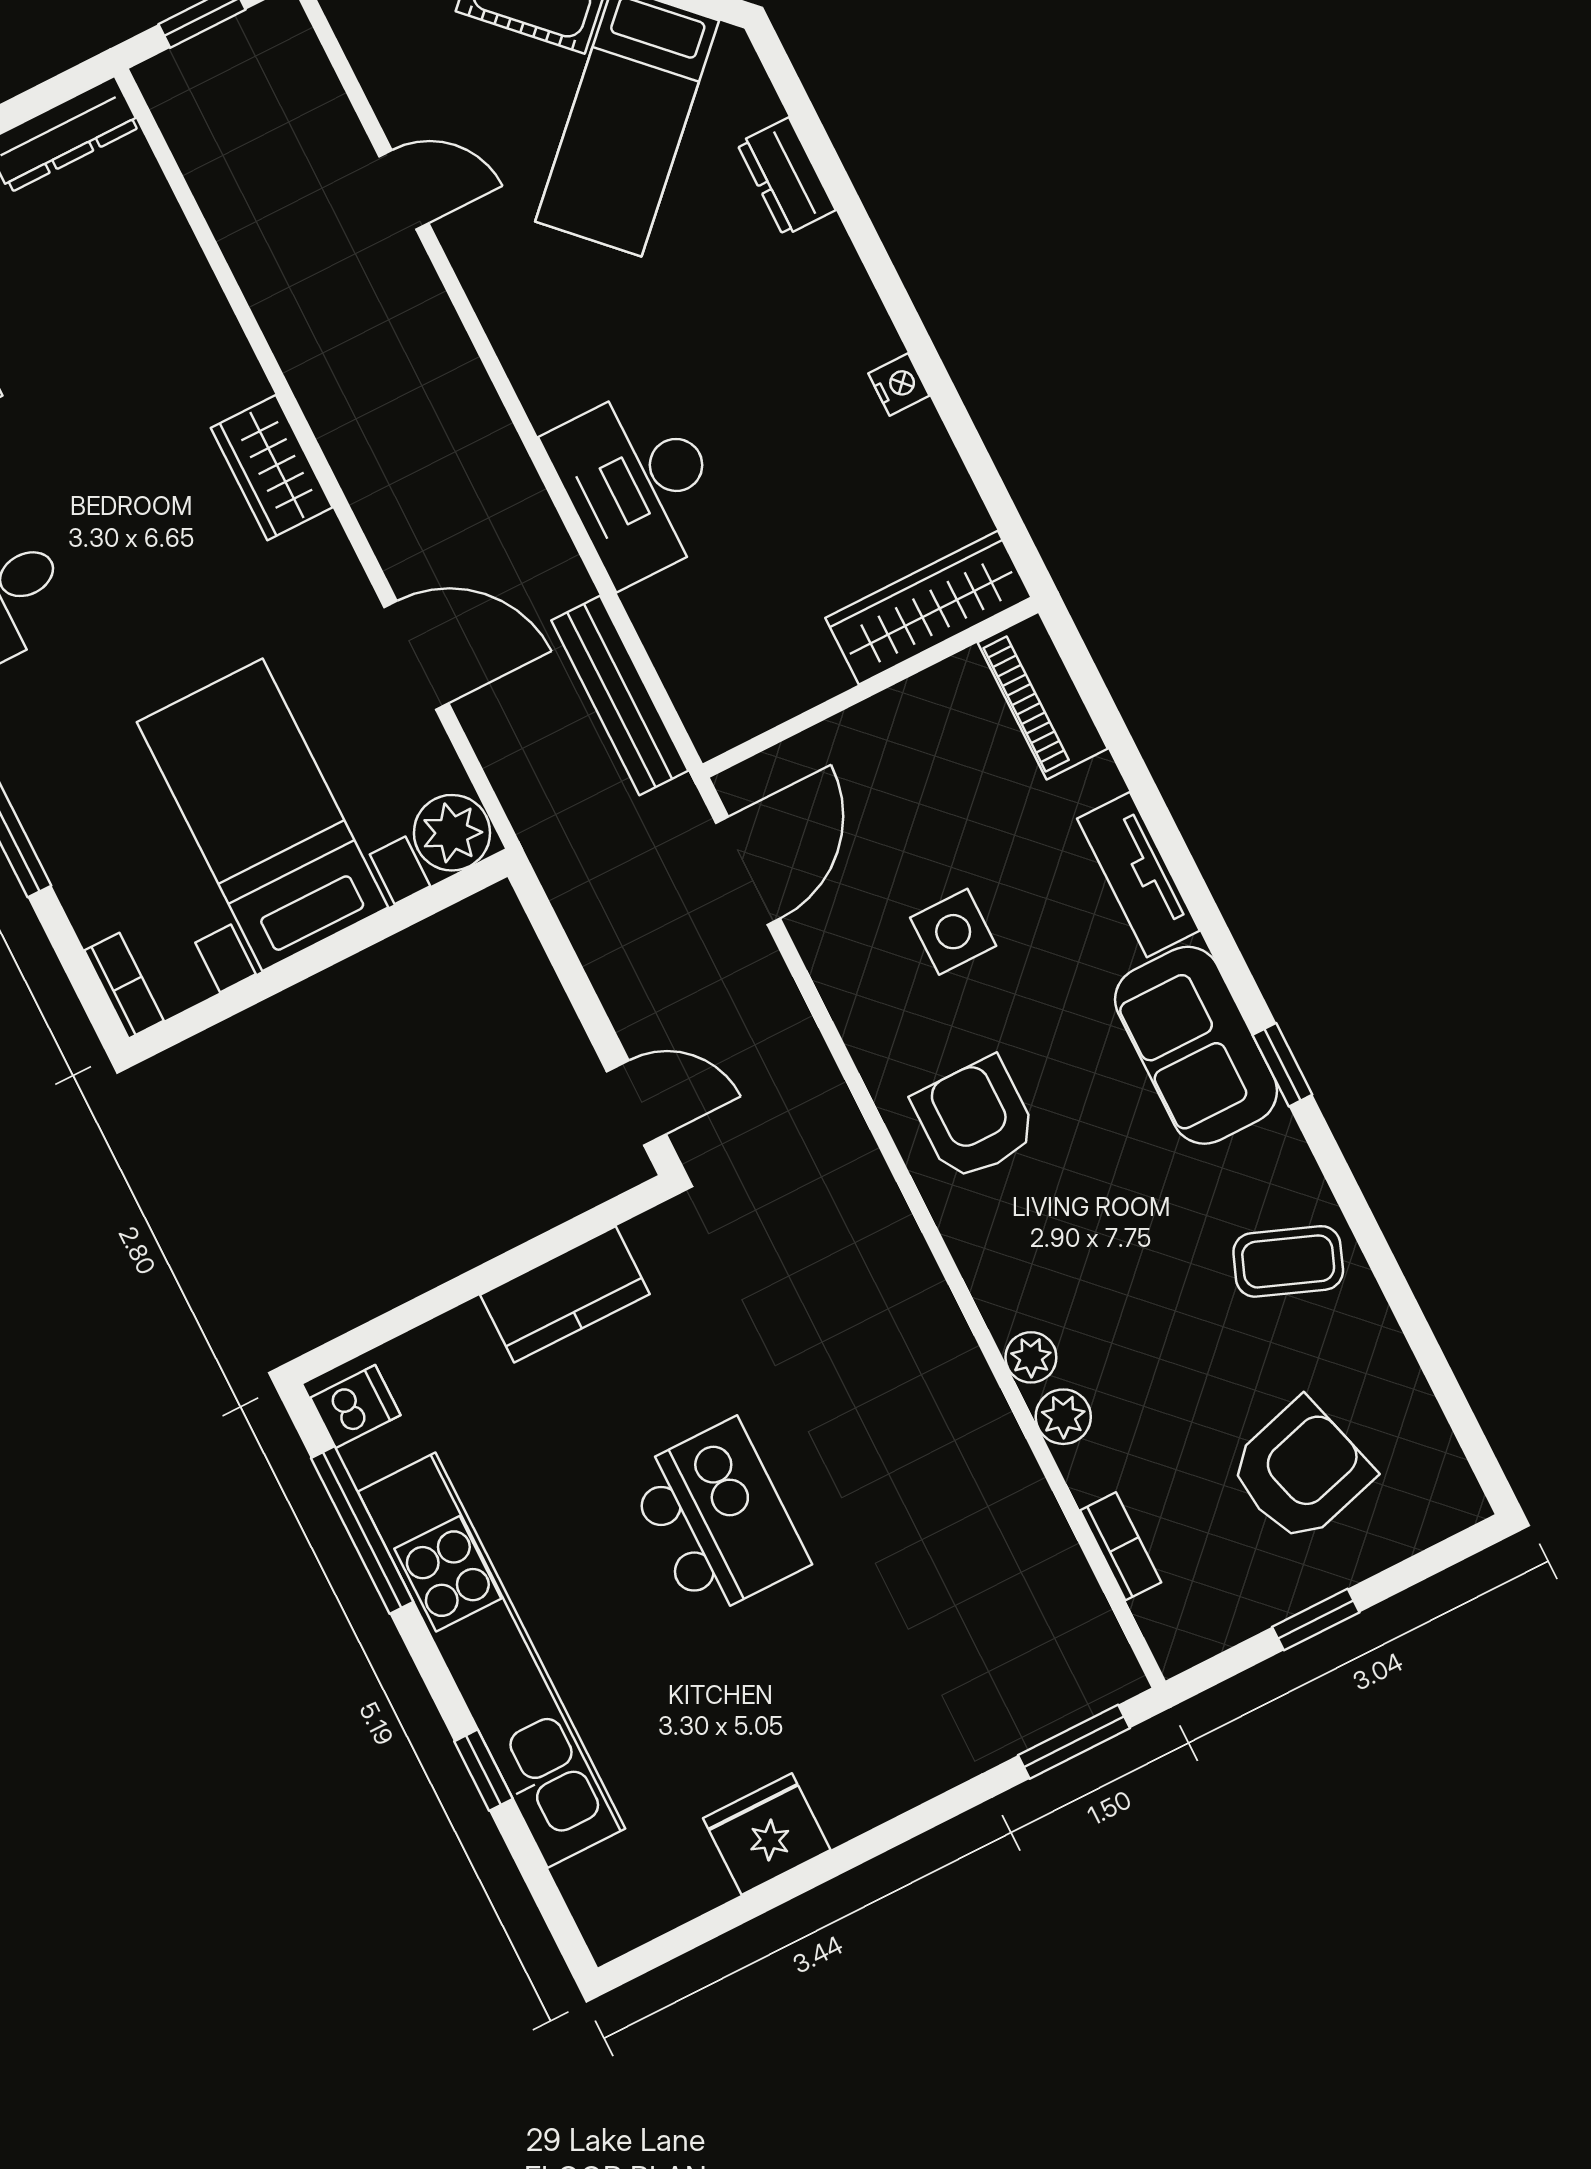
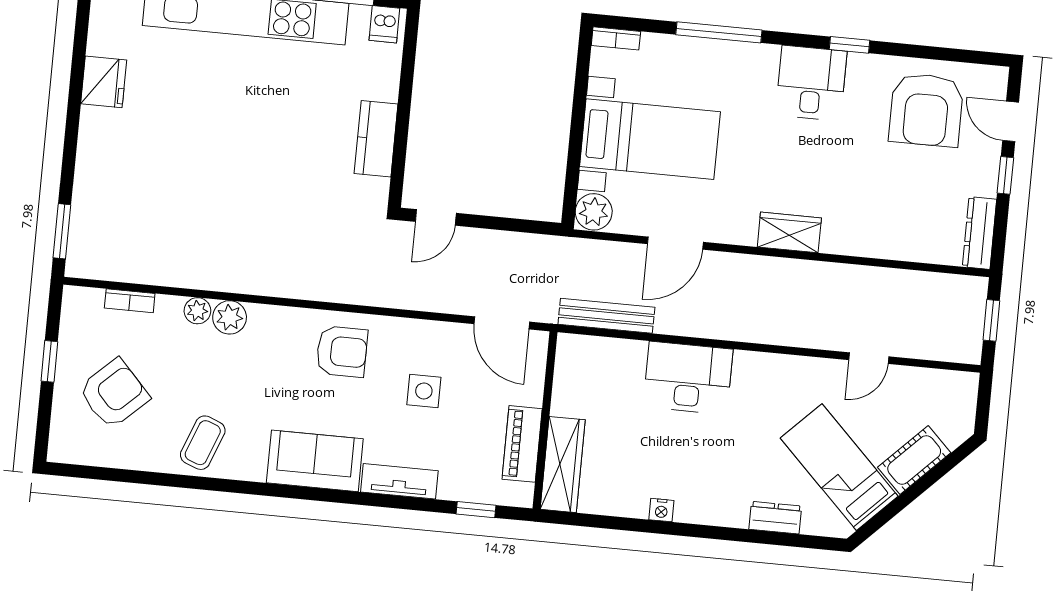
piano: (1043, 696) -> (522, 444), moved, turned -90
window: (1282, 1065) -> (476, 510), moved
plant: (1031, 1357) -> (230, 317), width x1.38, depth x1.38
armchair: (1301, 1471) -> (114, 394), turned -117
kitchen island: (718, 1519) -> (245, 143), removed

